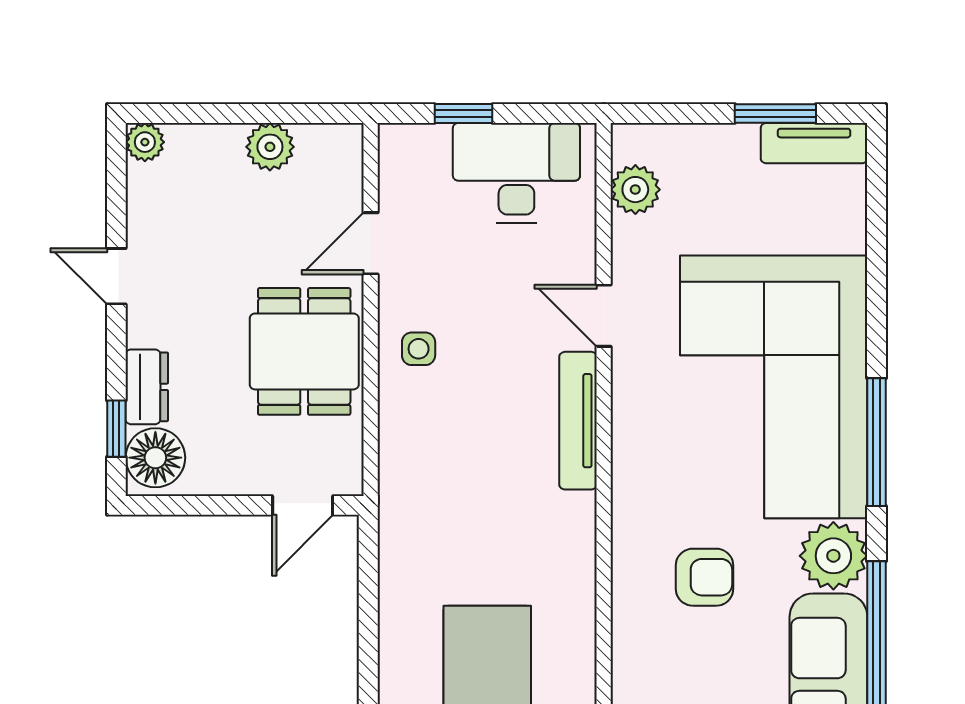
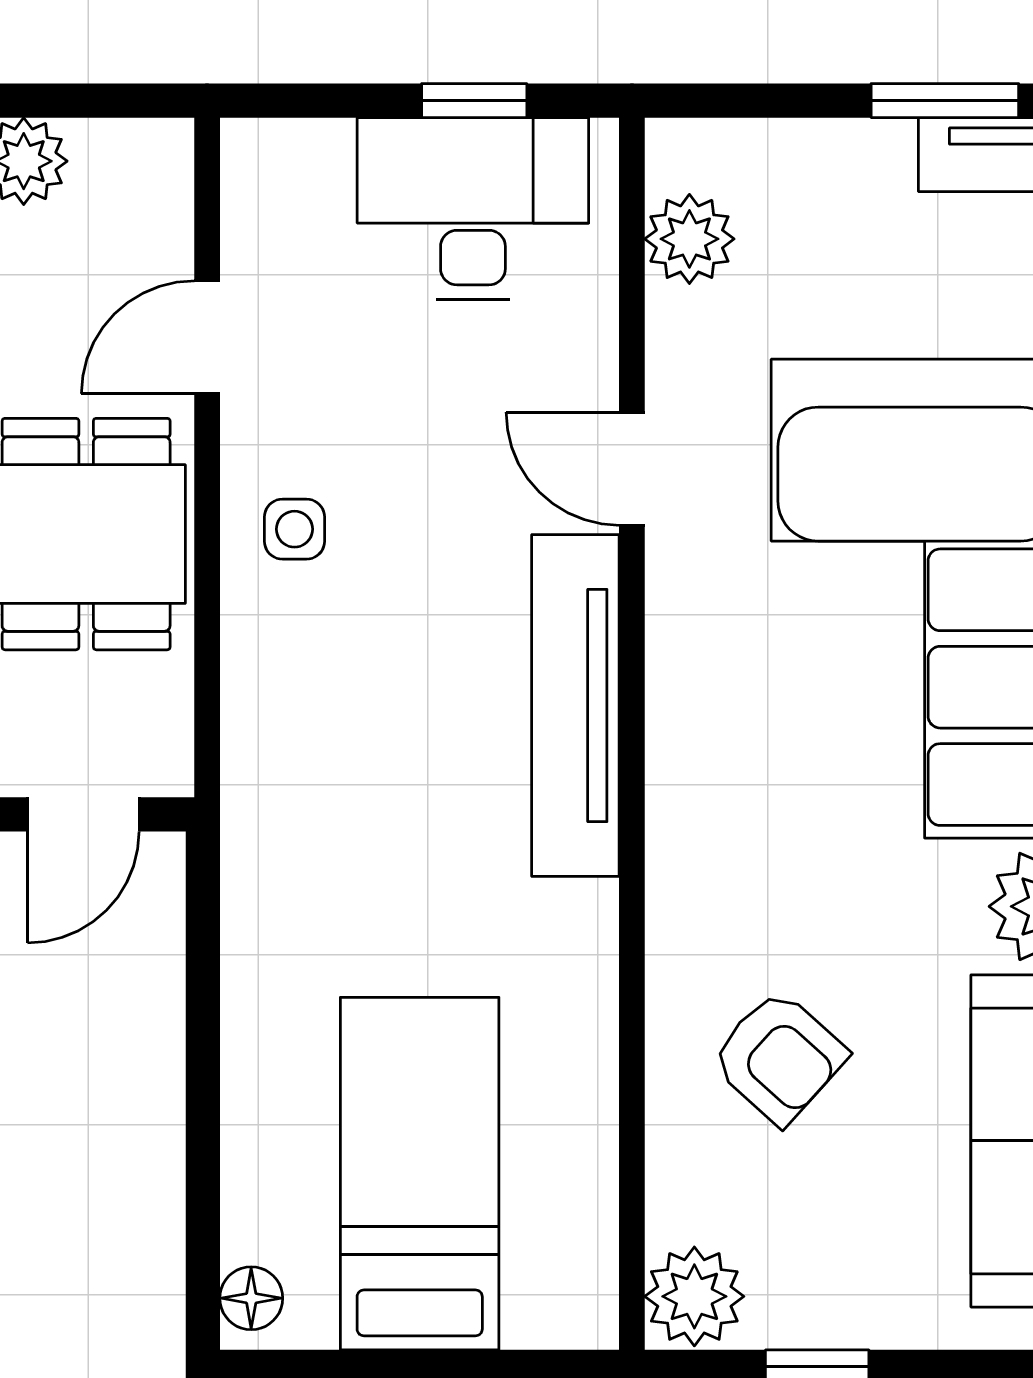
window: (464, 114) -> (474, 101), moved
tv unit: (578, 421) -> (575, 705), width x1.36, depth x1.29
armchair: (705, 577) -> (779, 1057), moved, turned 42

